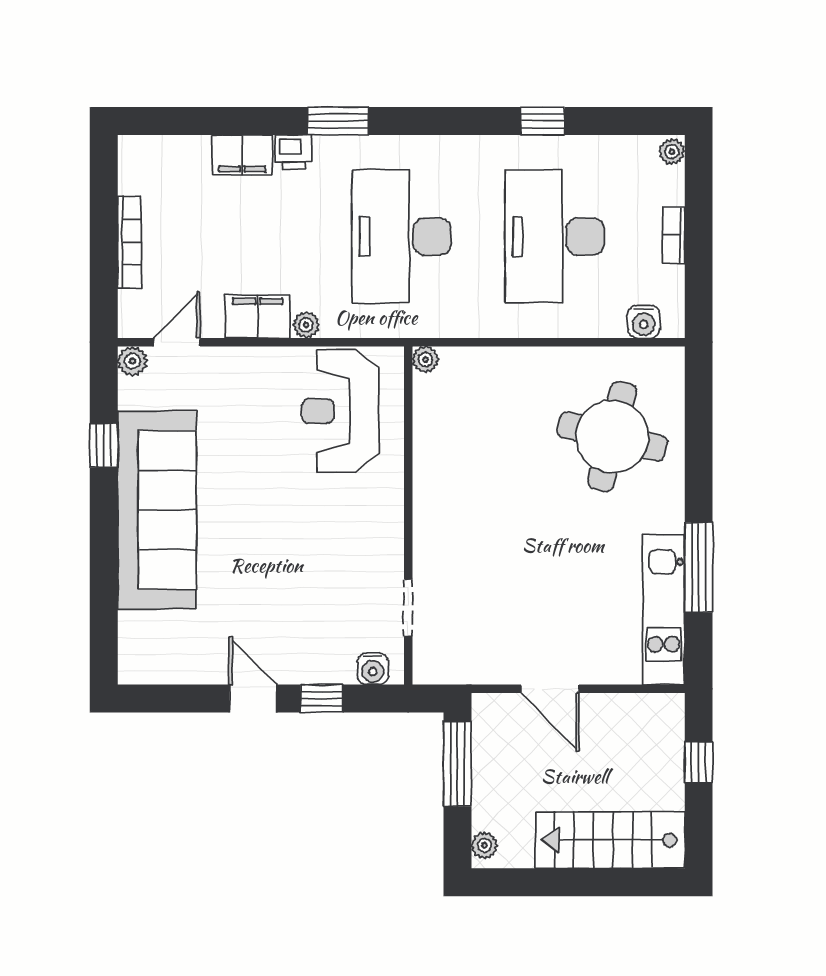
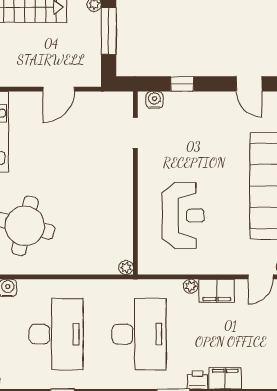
reception desk: (340, 411) -> (183, 216), moved
door: (550, 689) -> (59, 89), swing flipped
door: (253, 698) -> (249, 84), moved
window: (457, 764) -> (109, 31), moved

